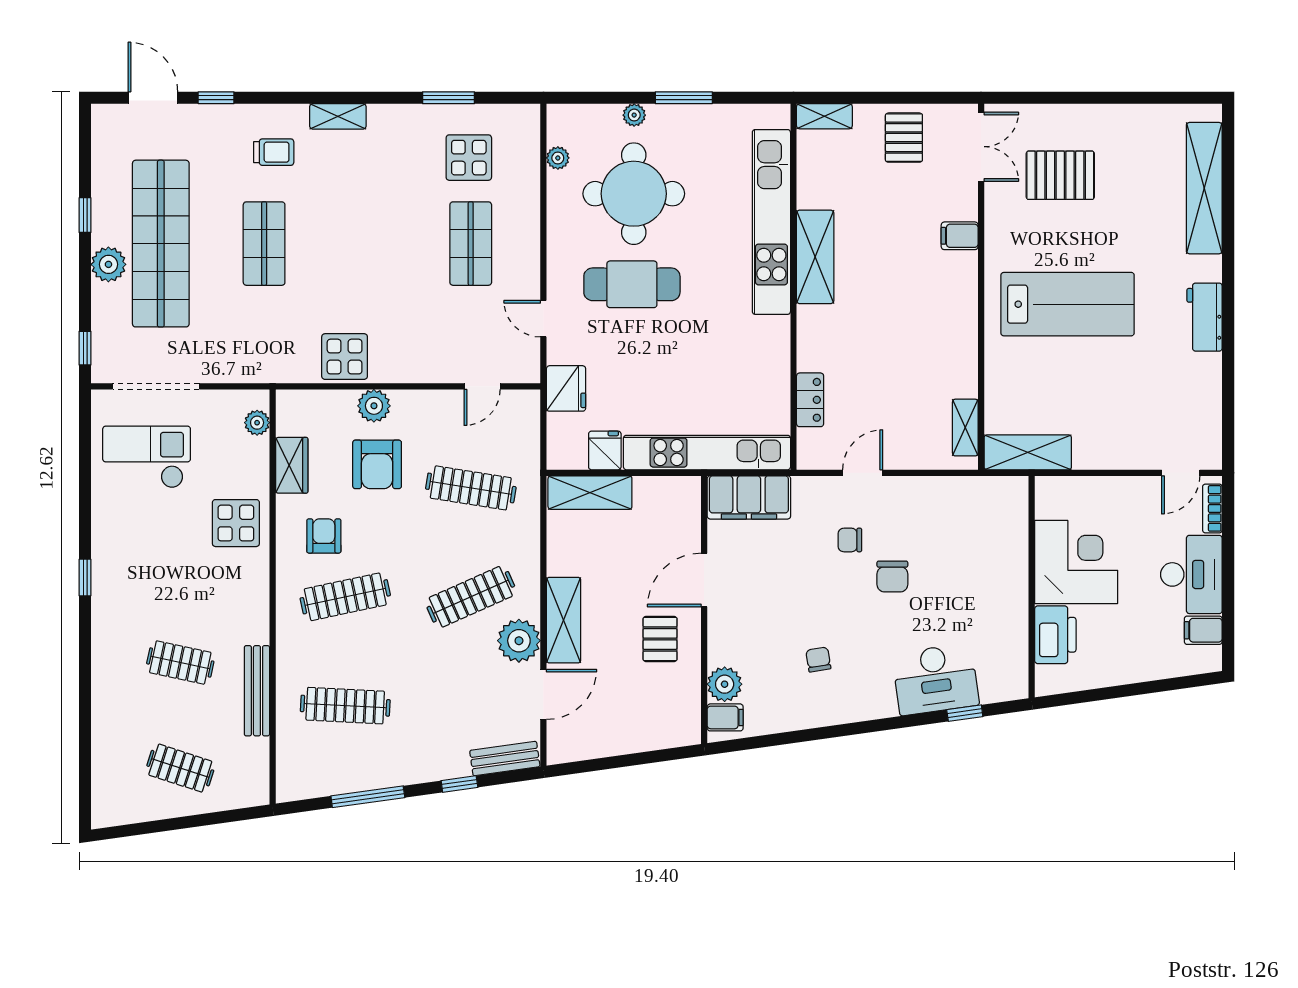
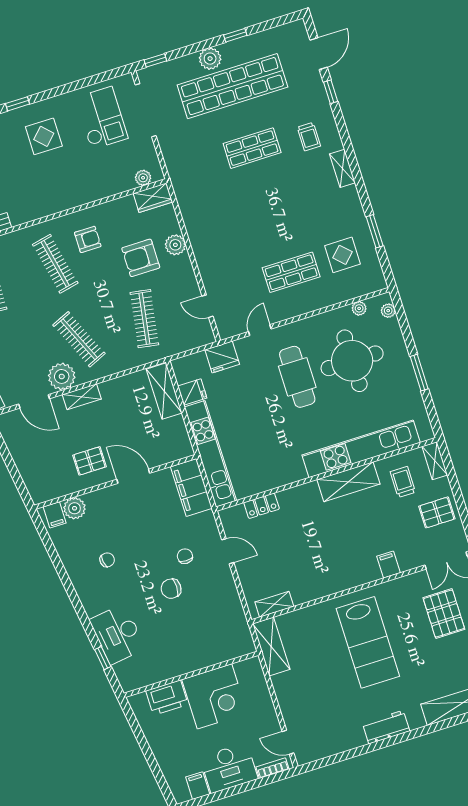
plant: (634, 115) -> (388, 311), moved
trolley: (841, 175) -> (403, 482), added
display table: (345, 357) -> (199, 218), removed
wardrobe: (292, 465) -> (153, 198), moved
display table: (236, 523) -> (44, 136), moved
shelving: (564, 620) -> (82, 397), width x0.67, depth x0.75

